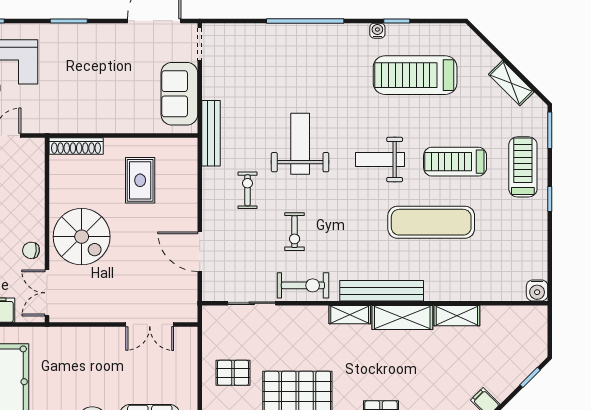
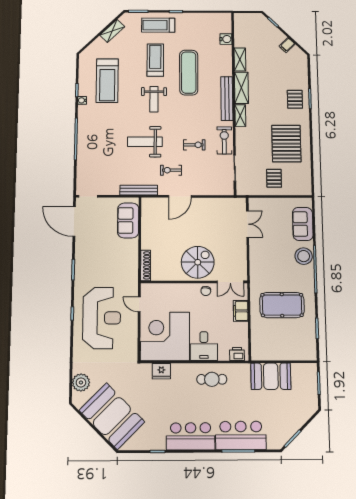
sofa: (179, 94) -> (128, 220), moved, turned 90
treadmill: (455, 162) -> (155, 60), turned 180
rug: (140, 180) -> (165, 229), removed
door: (200, 252) -> (180, 196), moved
water cooler: (537, 290) -> (226, 39), moved

